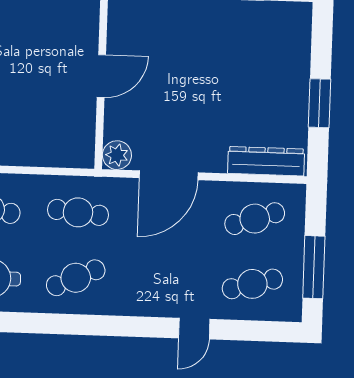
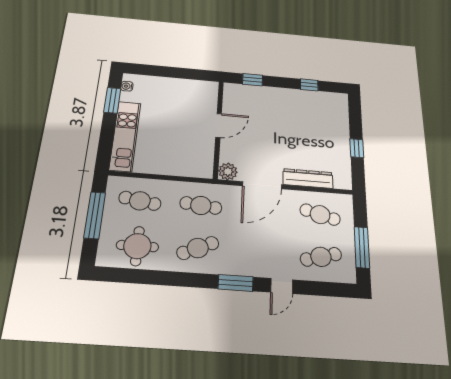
window: (320, 103) -> (357, 148), width x0.67
dresser: (266, 161) -> (308, 178), moved
cafe table: (255, 219) -> (320, 215), turned 33
window: (130, 326) -> (236, 283), added

